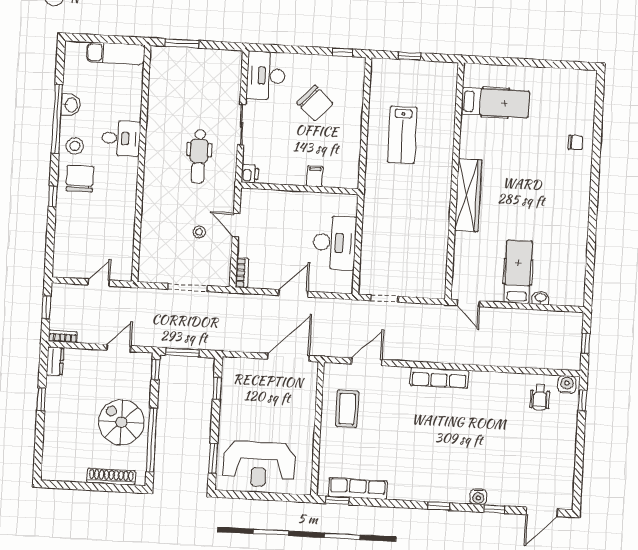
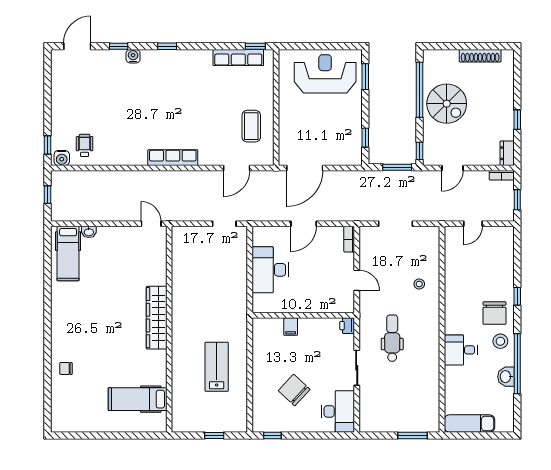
stool: (199, 232) -> (419, 284), moved
hospital bed: (518, 272) -> (68, 253), moved
shoe rack: (111, 477) -> (480, 56), moved

